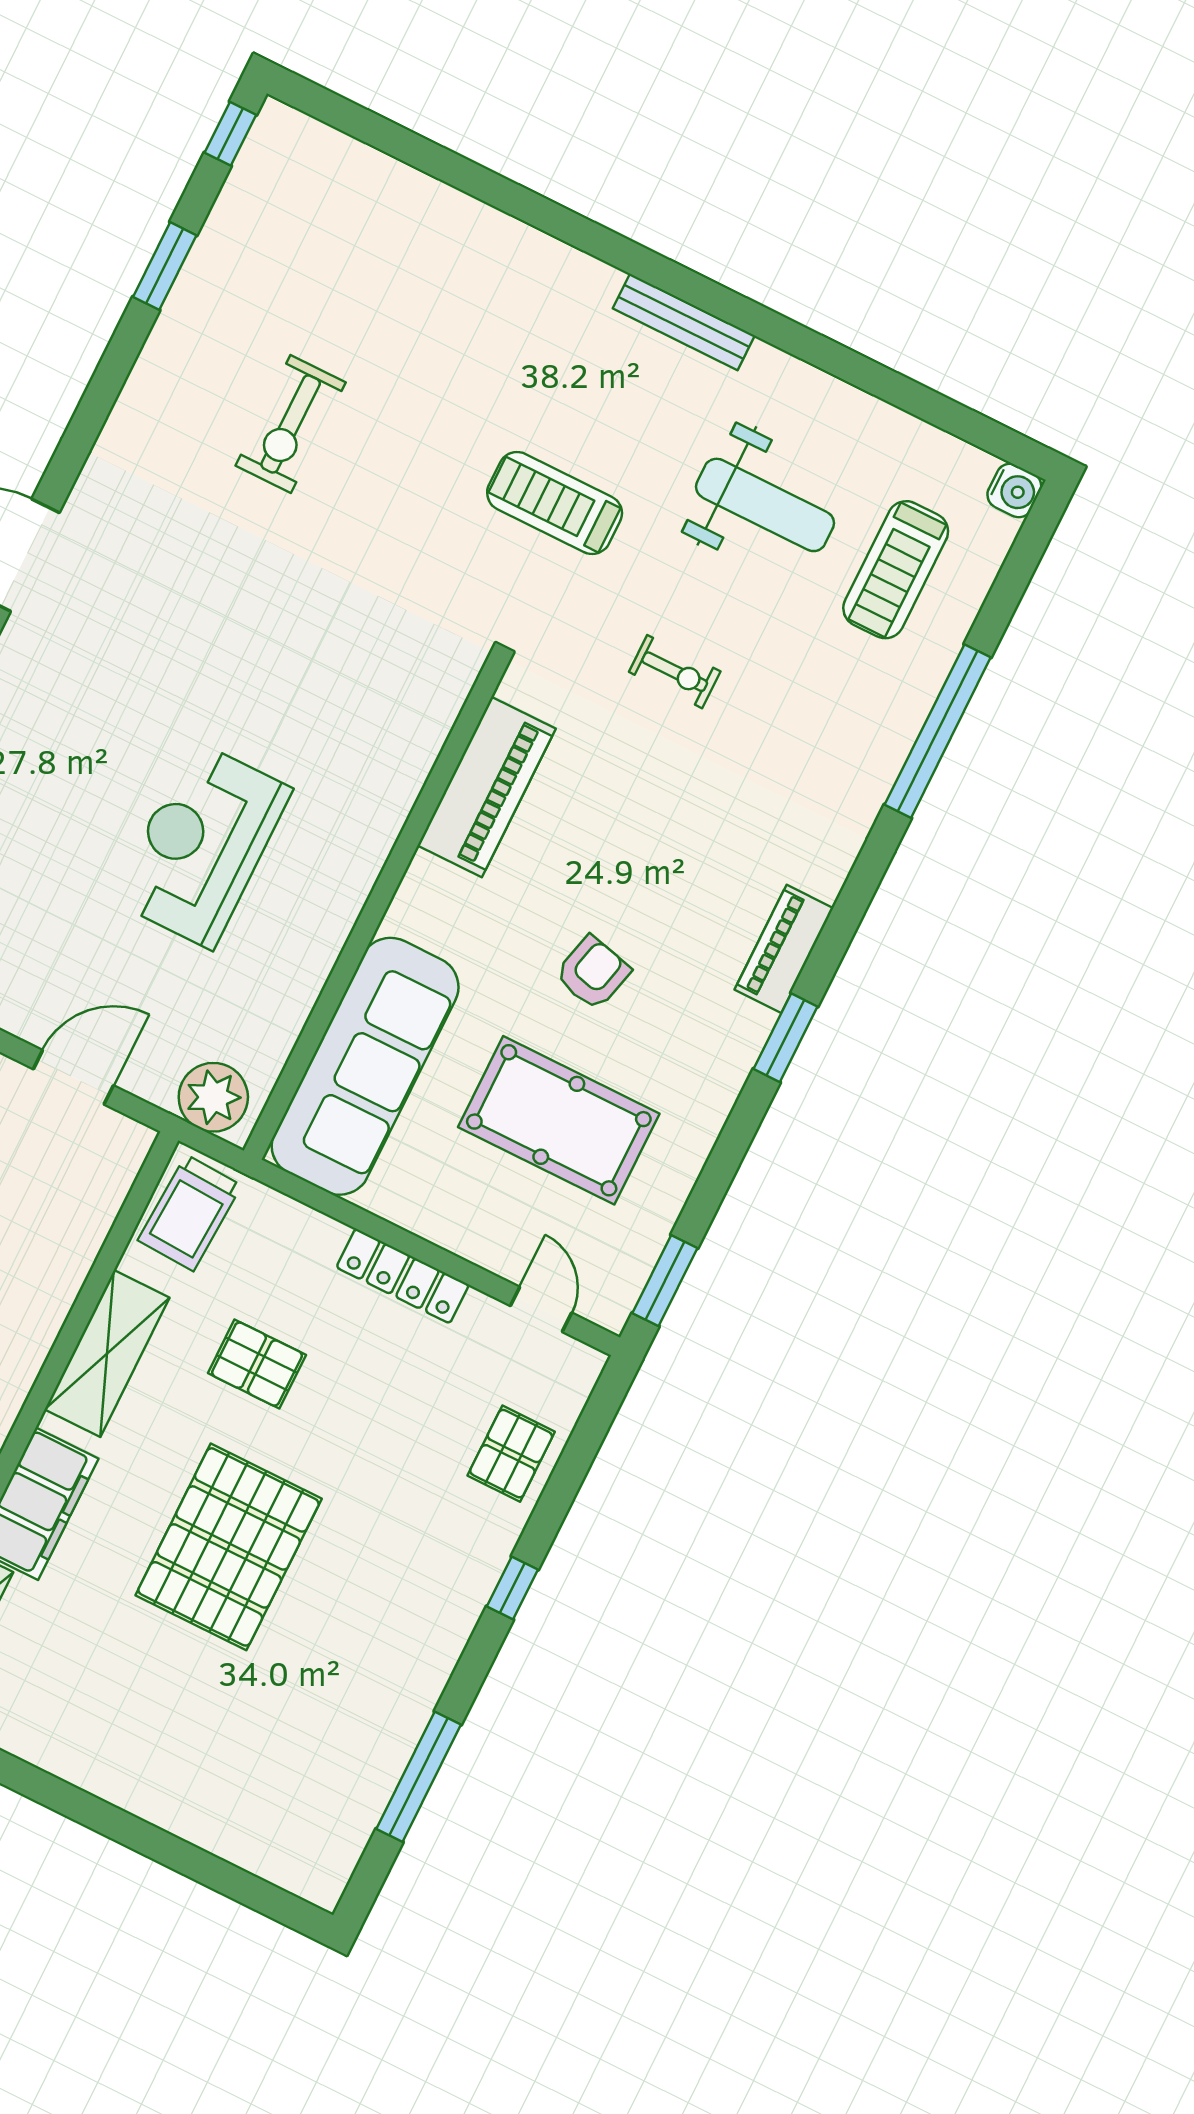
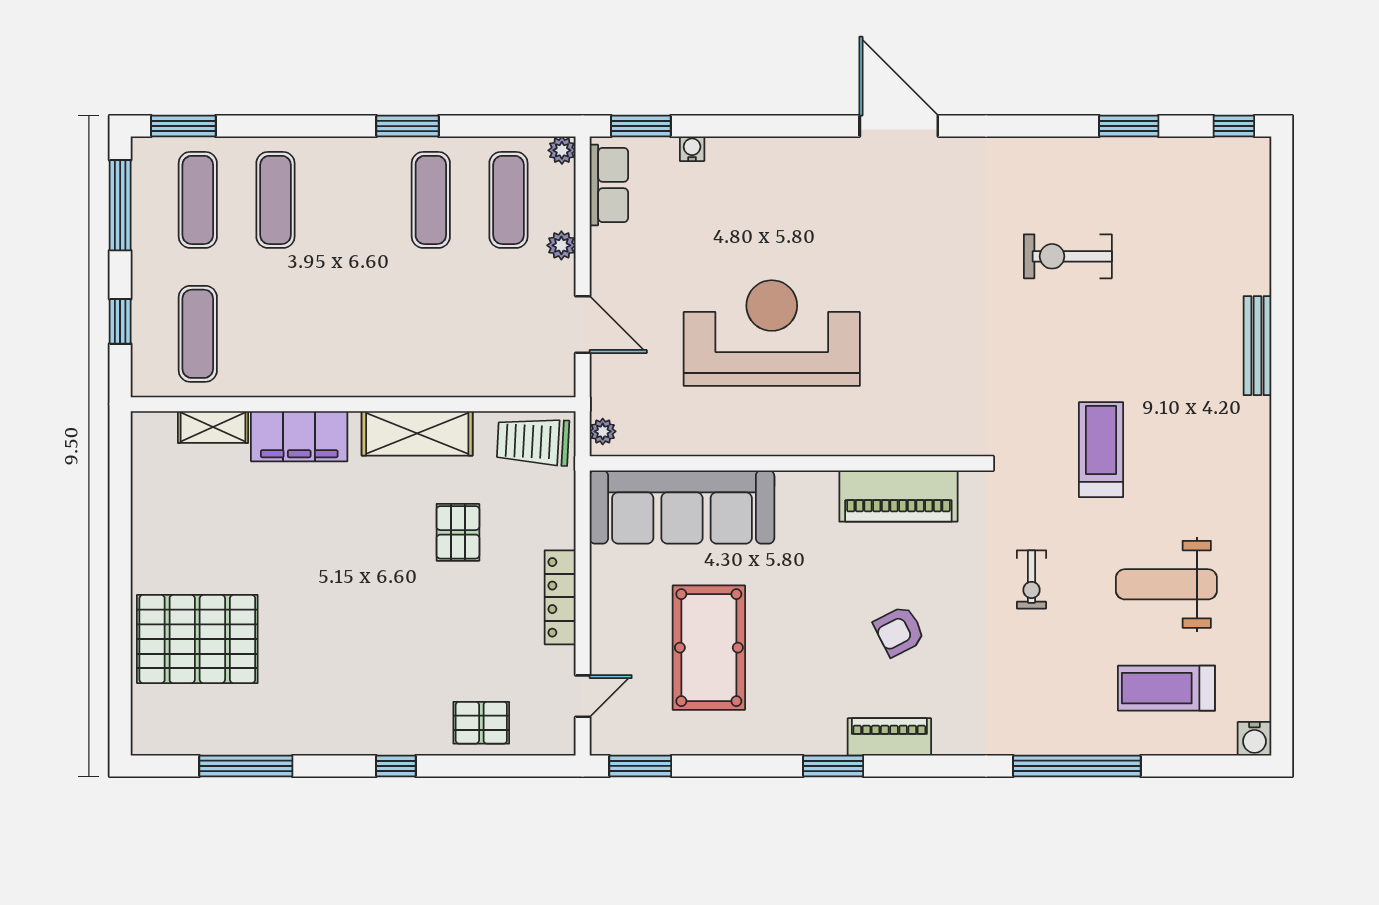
bench: (684, 322) -> (1257, 346), moved
weight bench: (765, 505) -> (1166, 584), turned 90
reception desk: (202, 845) -> (772, 333), width x1.36, depth x1.30
armchair: (593, 973) -> (899, 631), moved, turned 139
plant: (213, 1097) -> (603, 431), width x0.53, depth x0.53
pallet: (229, 1547) -> (197, 639), moved

